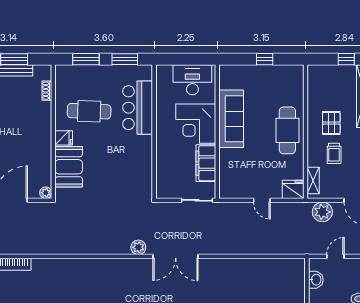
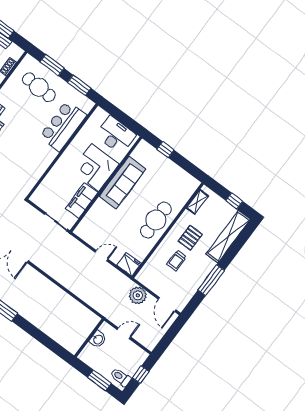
window: (265, 59) -> (165, 150), moved
cafe table: (89, 111) -> (39, 87), moved
shelving: (313, 180) -> (197, 202), moved
door: (262, 200) -> (101, 256), swing flipped

